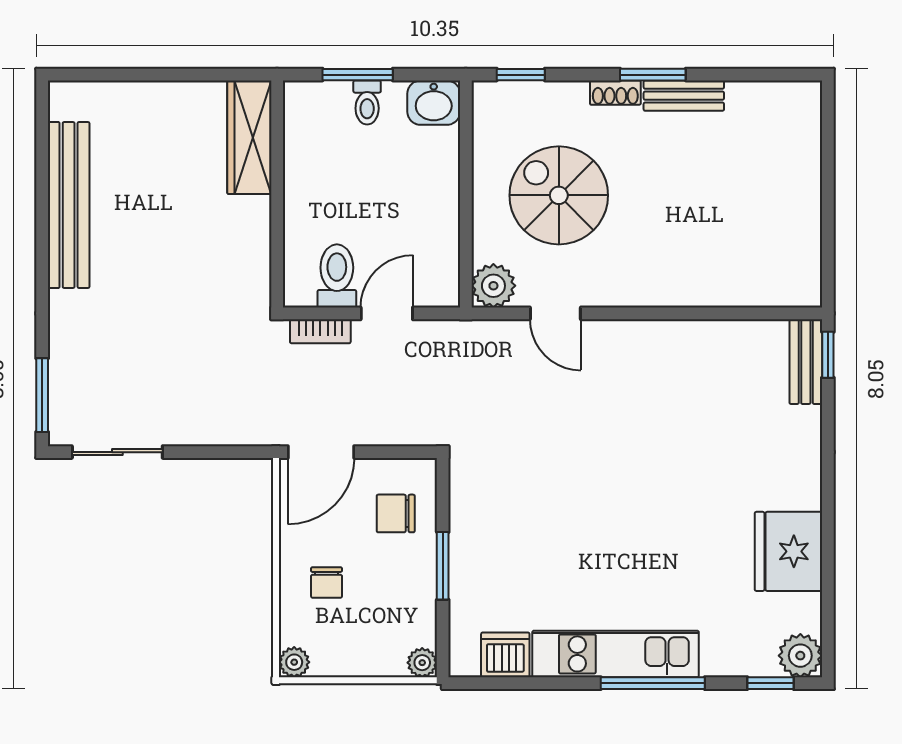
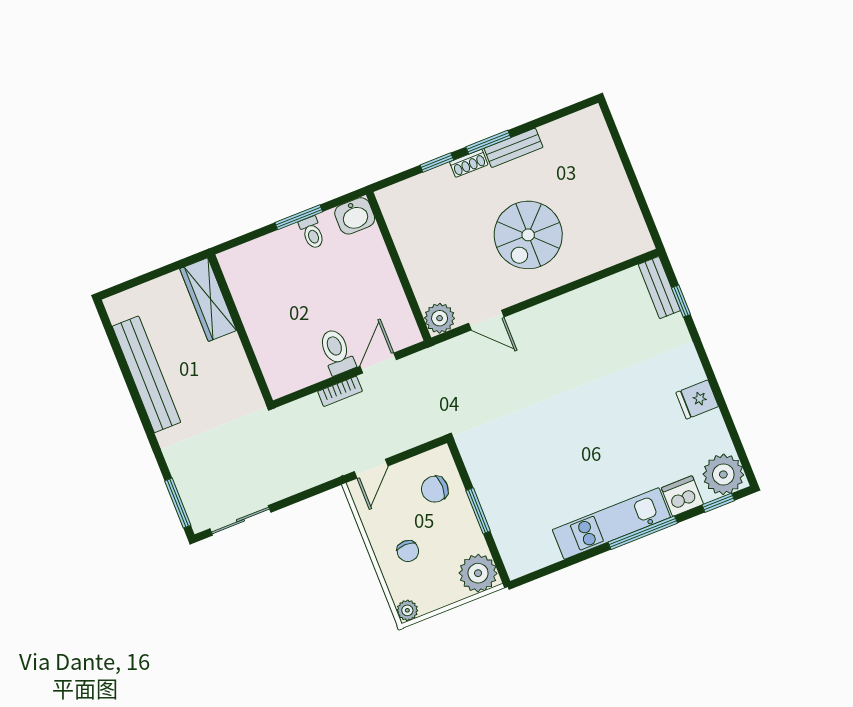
window: (521, 75) -> (437, 163), moved
wardrobe: (249, 137) -> (208, 300), moved
wall: (277, 194) -> (240, 329), moved
spiral stairs: (559, 195) -> (528, 235), moved, turned -90
window: (828, 355) -> (681, 301), moved
door: (321, 452) -> (371, 469), width x0.73
fridge: (788, 551) -> (697, 400), width x0.53, depth x0.75
dishwasher: (505, 655) -> (682, 496), moved
plant: (800, 656) -> (723, 474), width x1.36, depth x1.36
plant: (422, 663) -> (478, 573), width x1.88, depth x1.88

